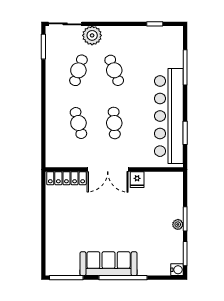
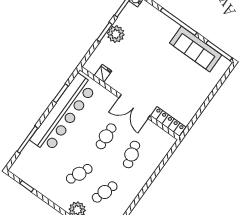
cafe table: (114, 70) -> (79, 174), turned 45
double door: (108, 169) -> (134, 107), swing flipped
fridge: (137, 180) -> (103, 73), moved
plant: (178, 224) -> (116, 34), width x1.88, depth x1.88
sofa: (109, 264) -> (196, 49), moved

